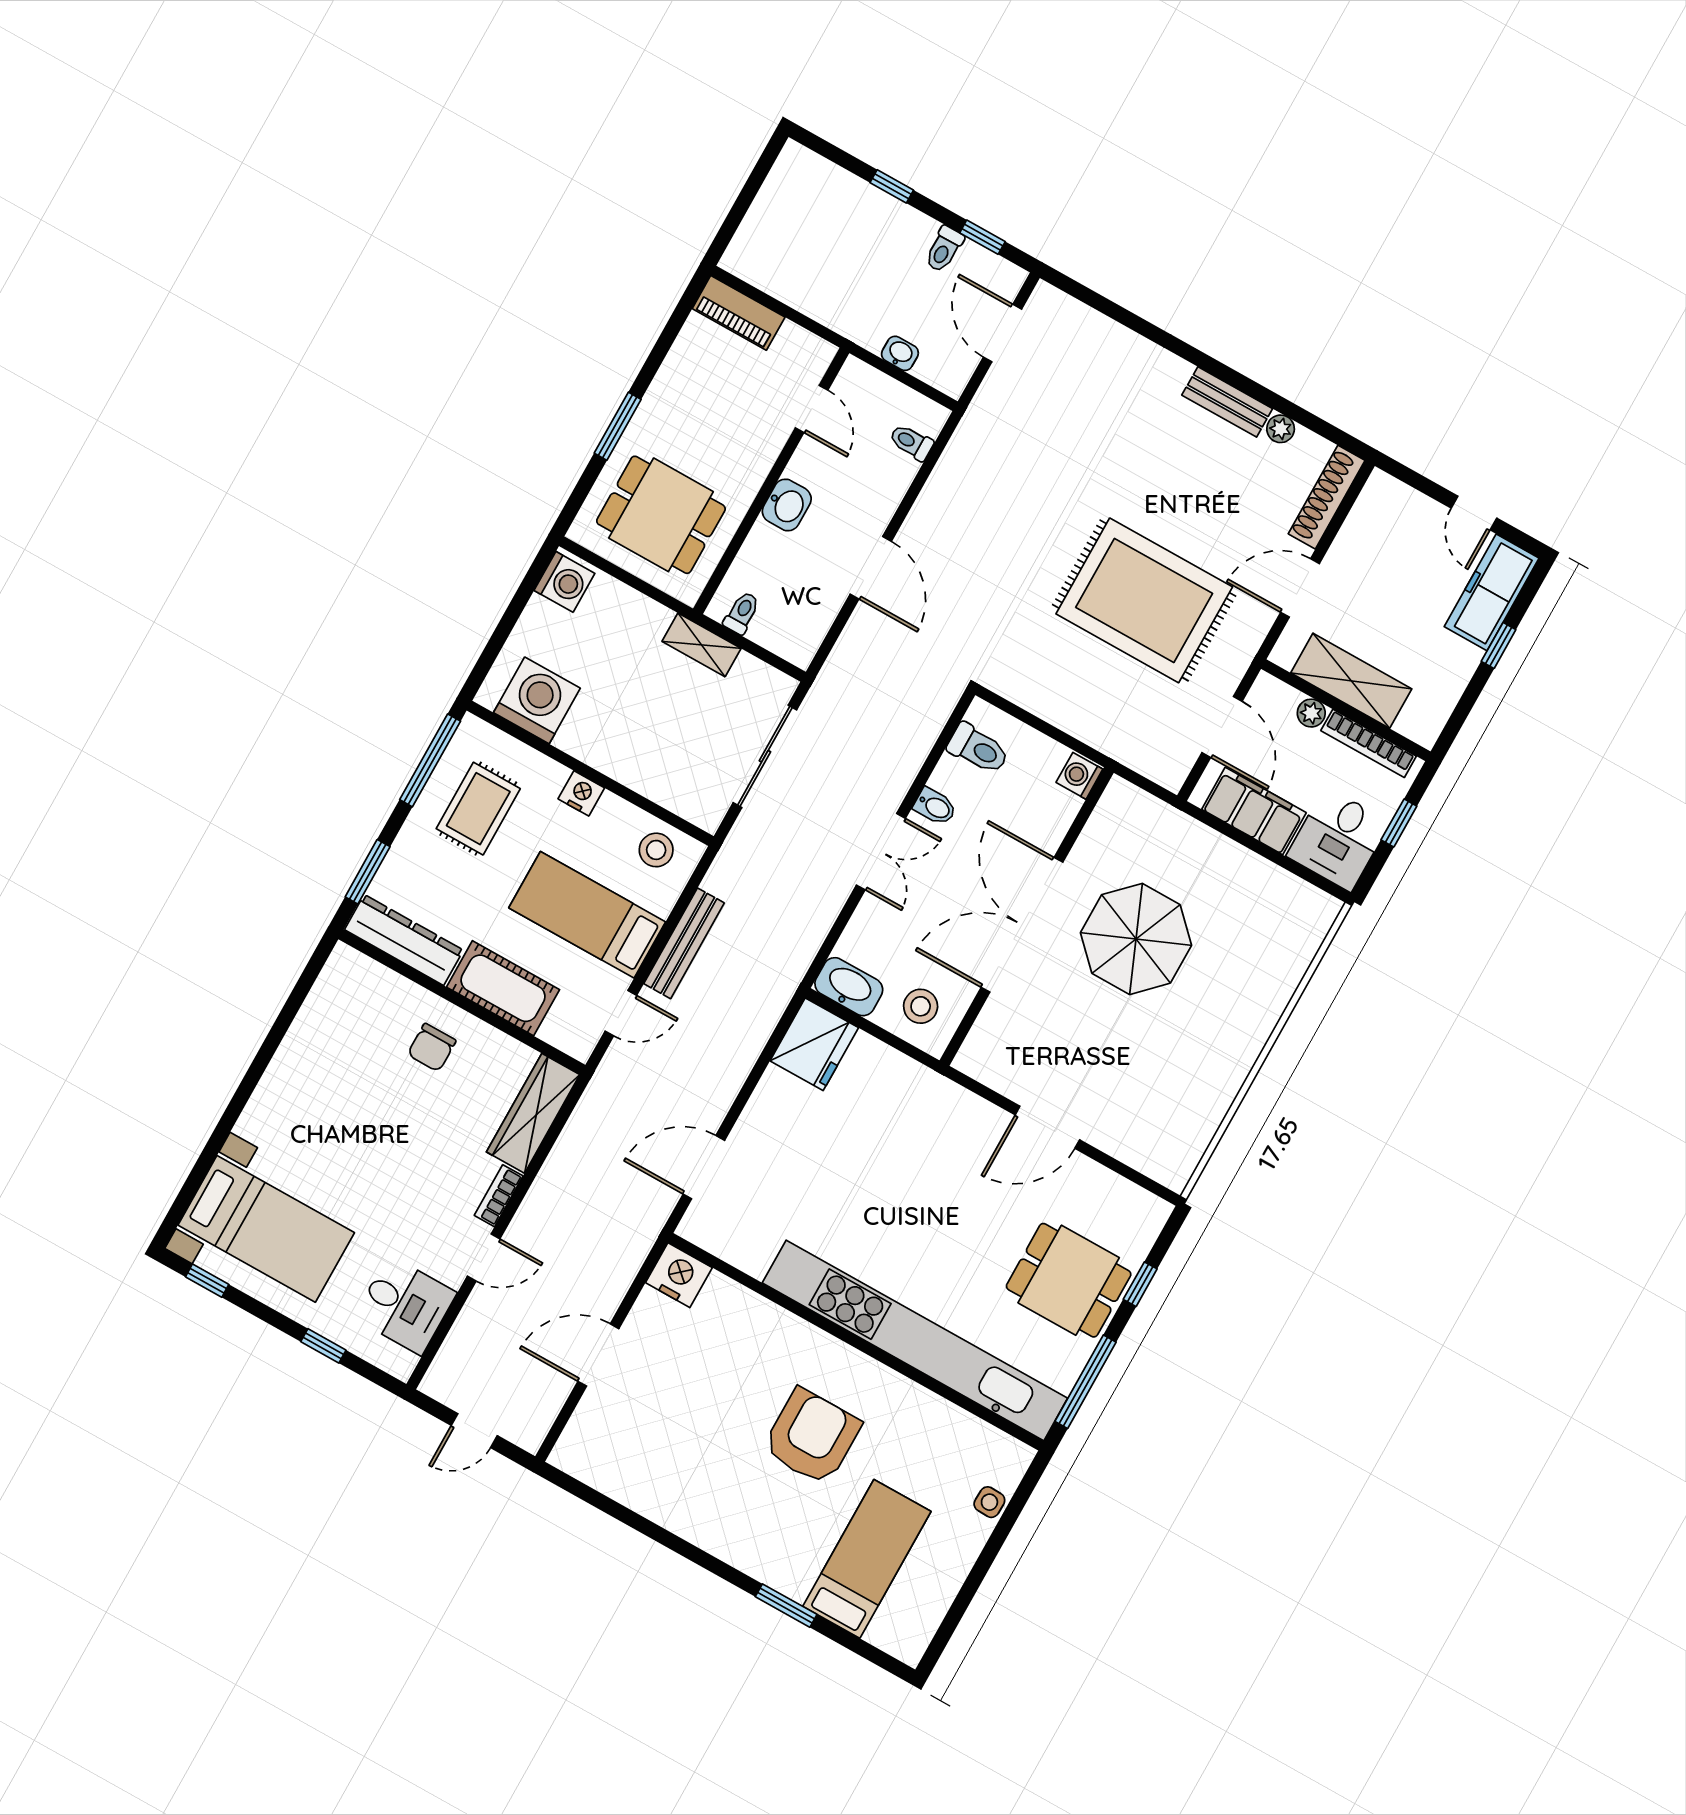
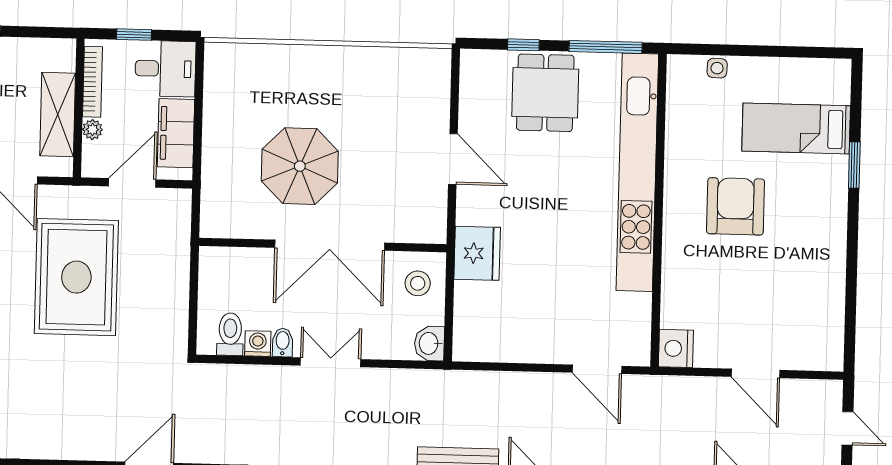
washing machine: (1079, 776) -> (258, 344), moved, turned 180
washbasin: (849, 987) -> (429, 343), width x0.72
fridge: (814, 1044) -> (477, 253), moved, turned 90
armchair: (812, 1437) -> (735, 206), turned 90

